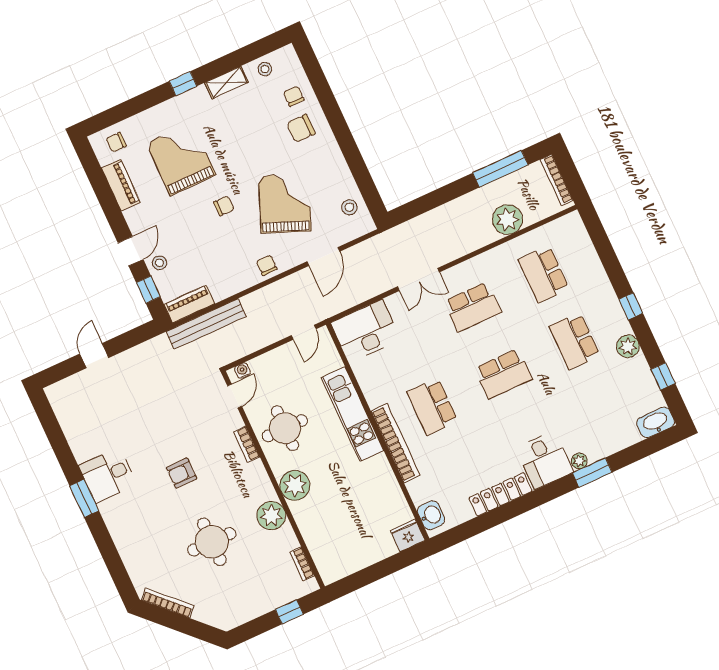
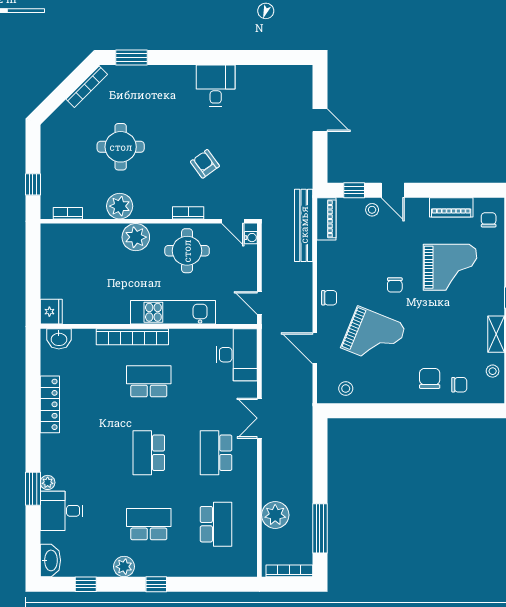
school desk: (544, 274) -> (216, 524), turned 90
desk: (545, 460) -> (62, 511), moved
armchair: (182, 473) -> (205, 164), moved, turned -36
window: (84, 498) -> (131, 58), moved

